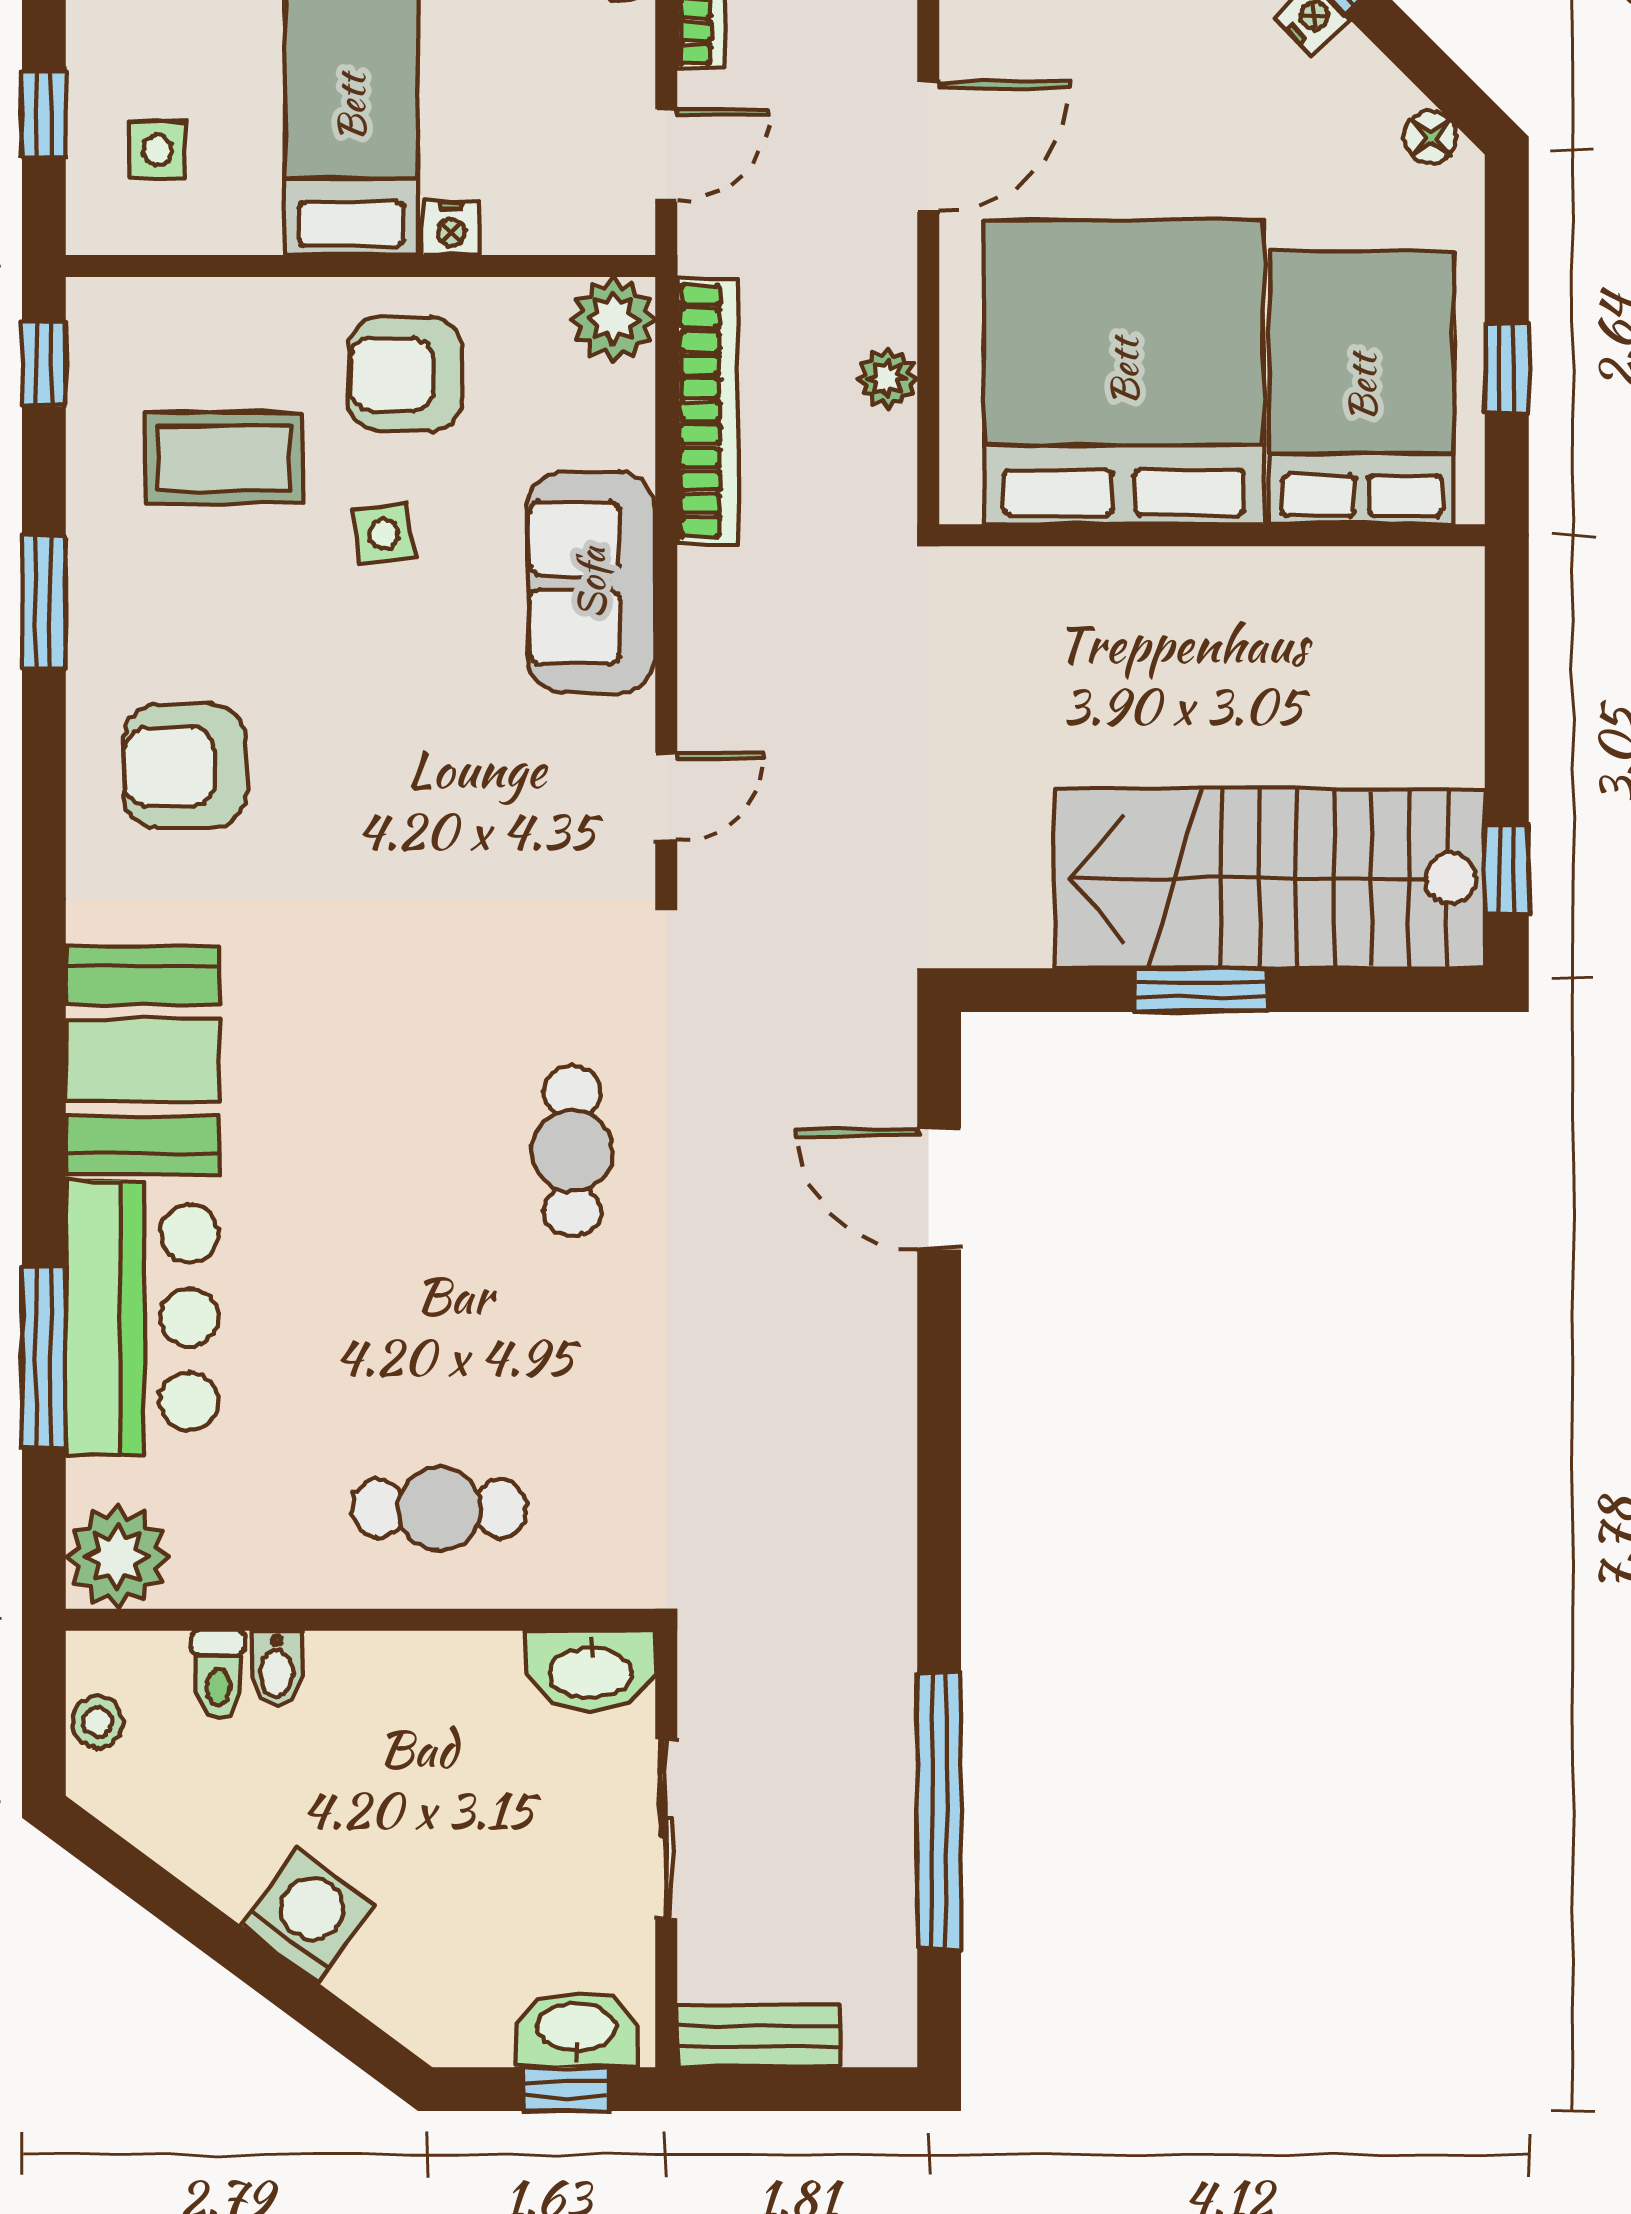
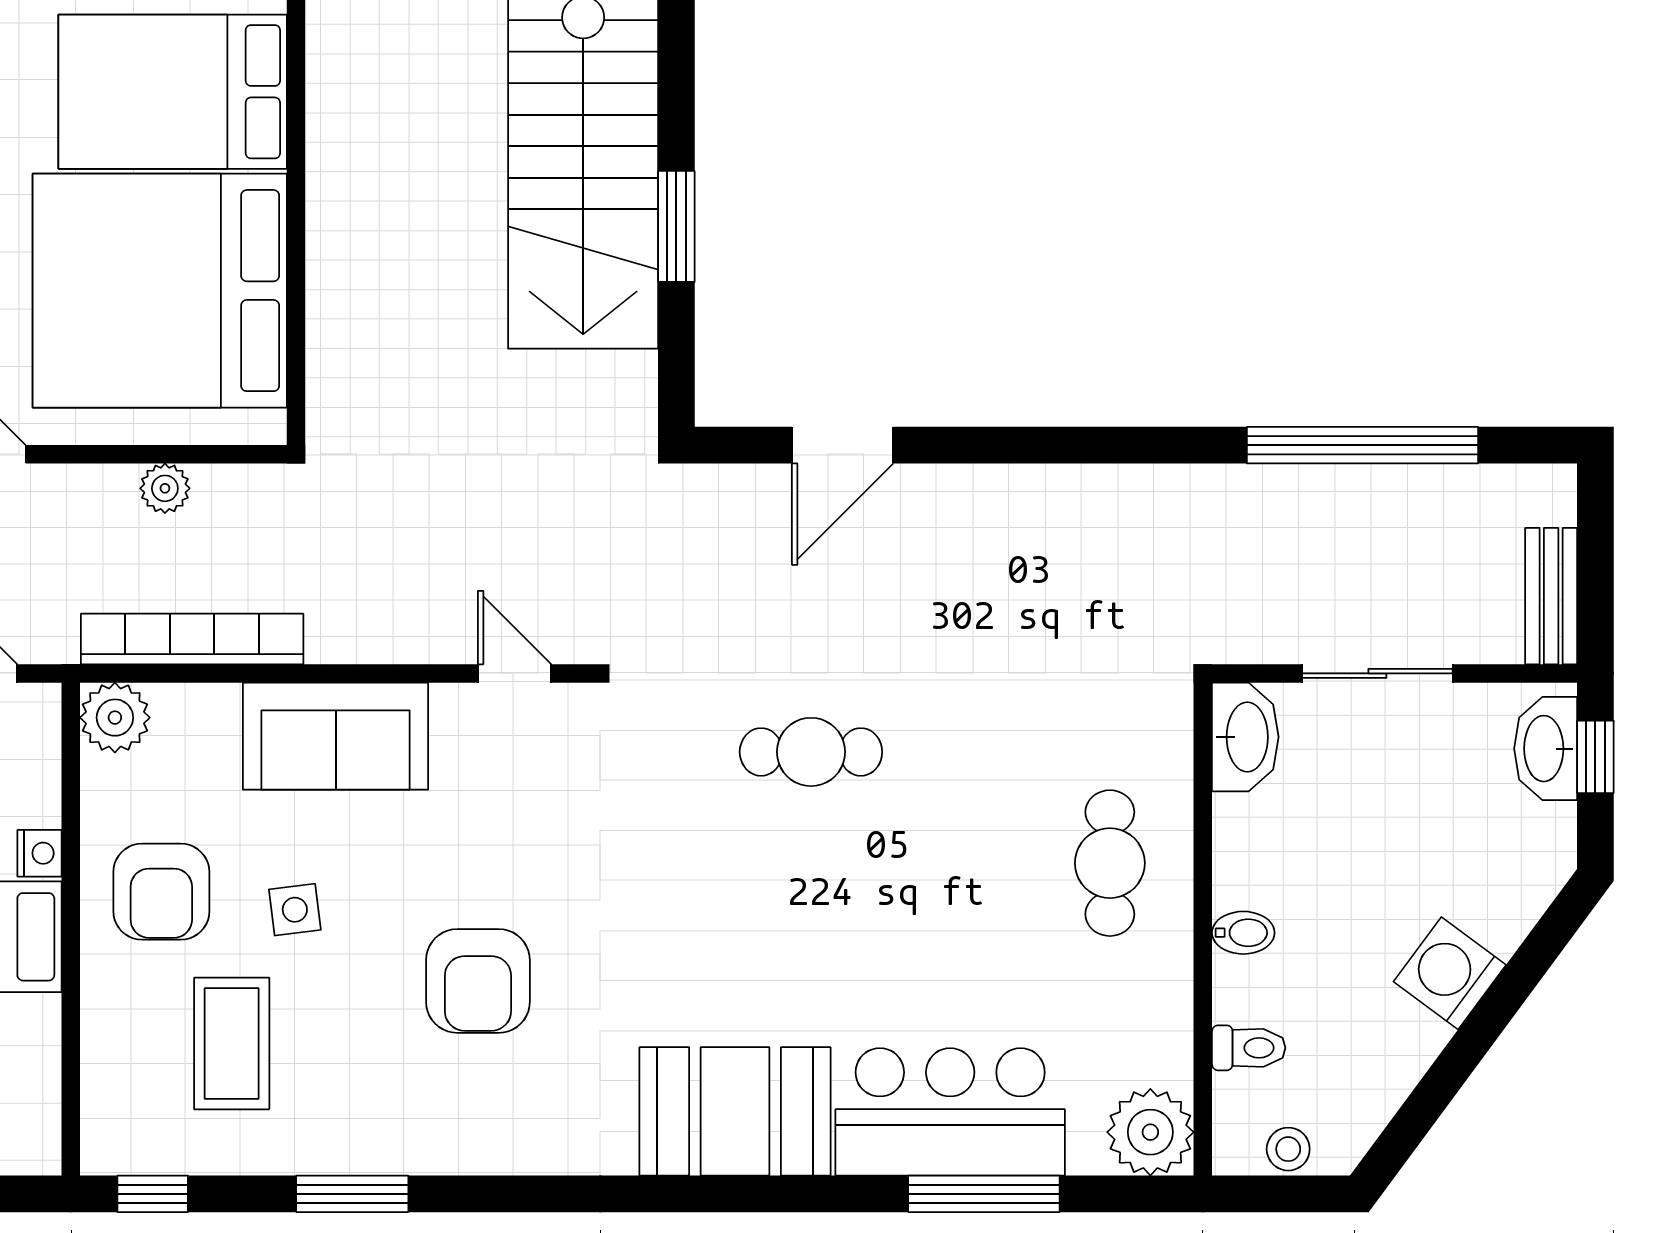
armchair: (185, 767) -> (478, 981), moved
bidet: (277, 1668) -> (1243, 933), moved

